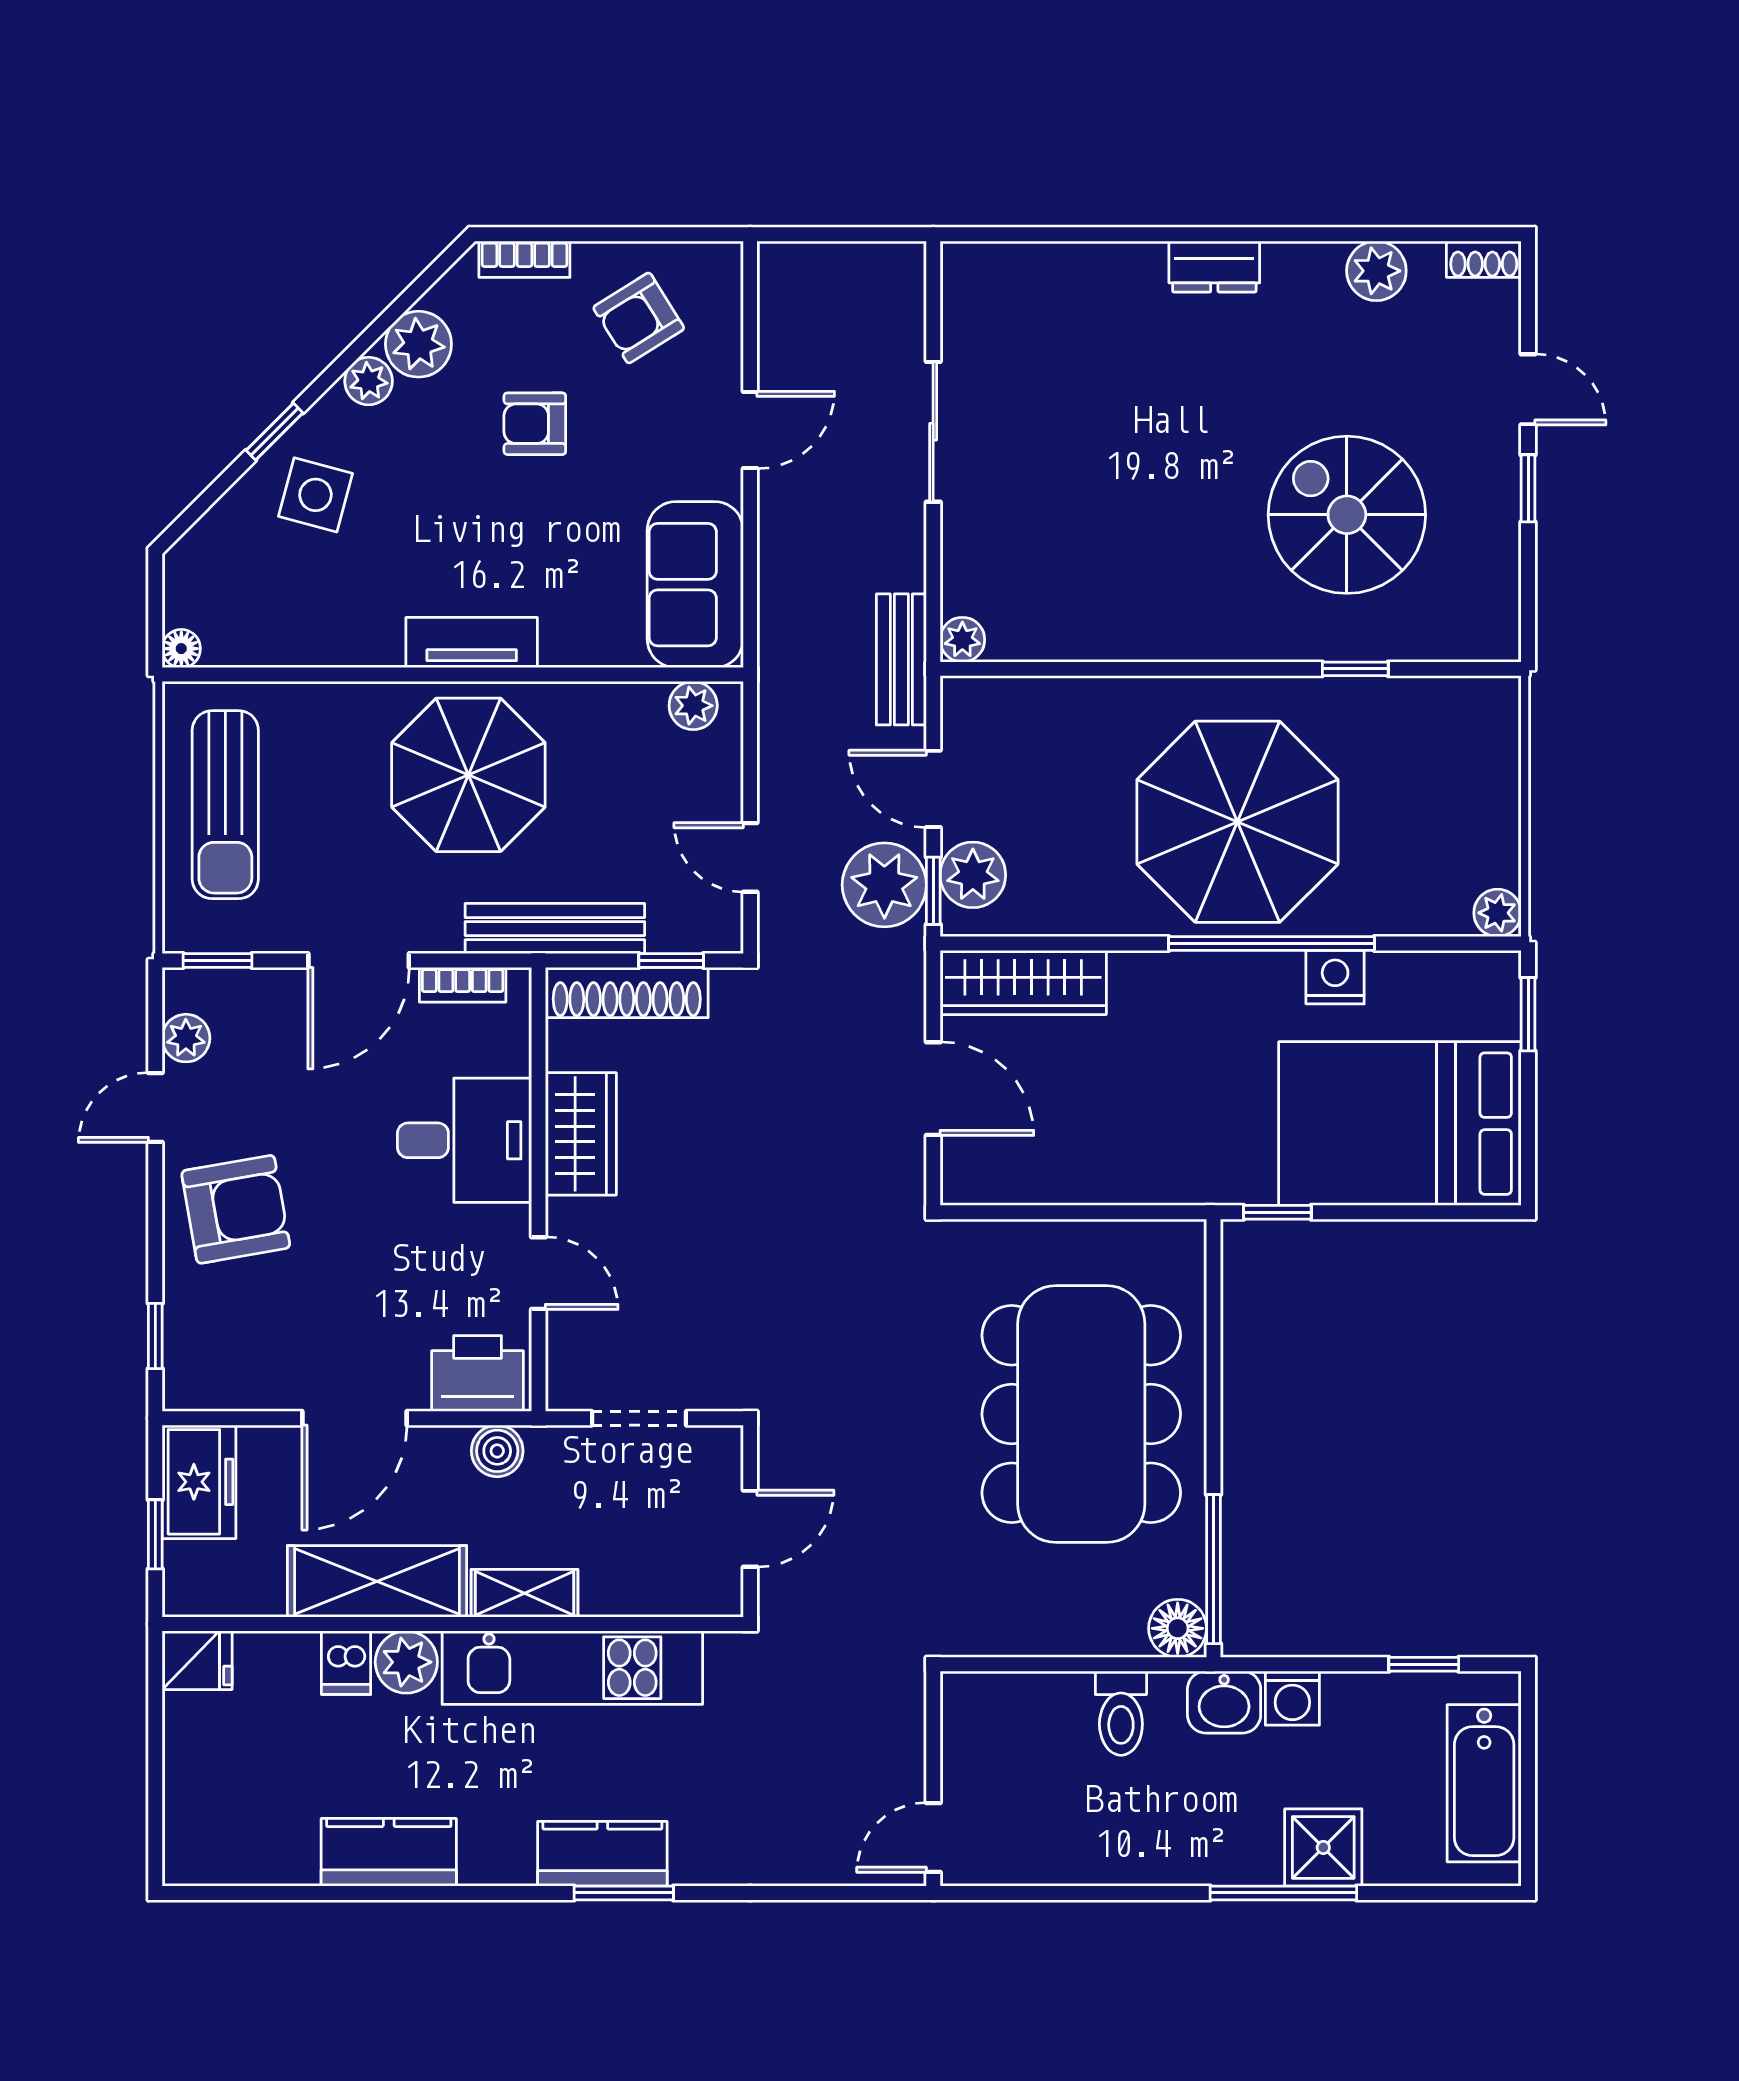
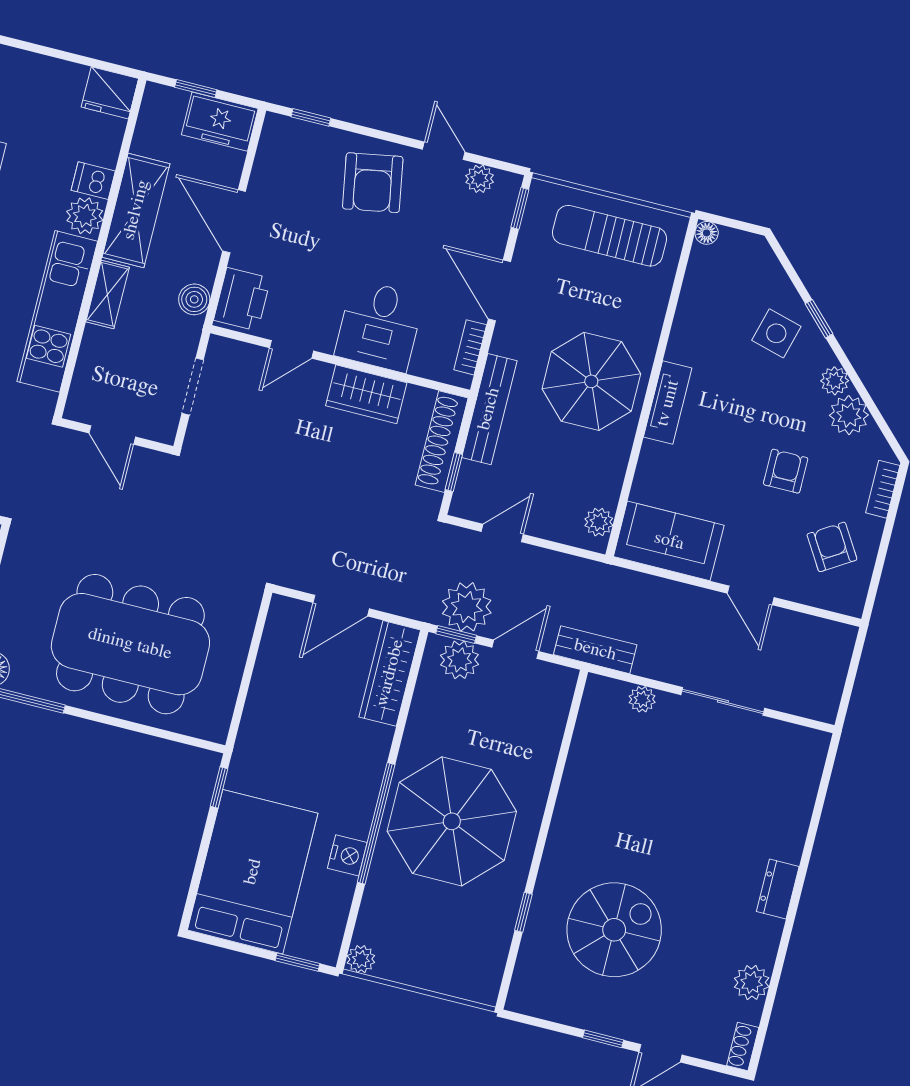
plant: (962, 640) -> (642, 699), moved
fridge: (197, 1660) -> (110, 93), width x1.38

